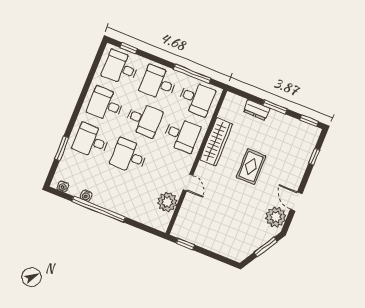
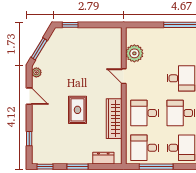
dresser: (257, 110) -> (103, 158), moved
plant: (276, 217) -> (36, 72), width x0.53, depth x0.53
window: (185, 244) -> (70, 25), moved

